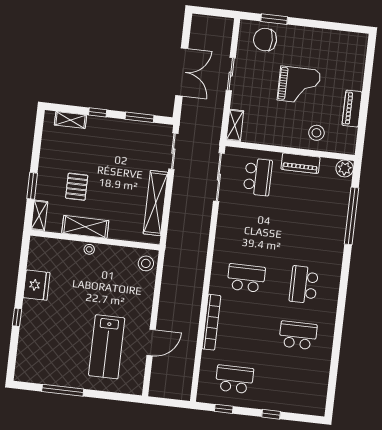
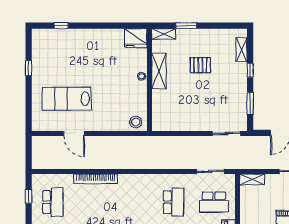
sliding door: (219, 177) -> (210, 171), width x0.73
pallet: (77, 187) -> (200, 65), moved
shelving: (156, 203) -> (184, 124), removed
school desk: (246, 278) -> (174, 202), moved
fridge: (37, 285) -> (136, 38), moved
window: (17, 317) -> (61, 26), moved
window: (63, 390) -> (29, 68), width x0.46

